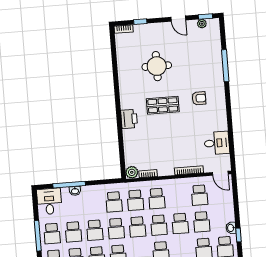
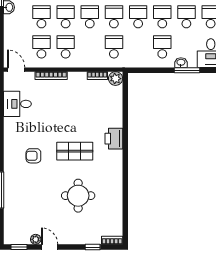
plant: (202, 24) -> (36, 239), moved
window: (69, 185) -> (187, 70), width x0.69
school desk: (157, 199) -> (66, 47), moved
school desk: (114, 202) -> (162, 47), moved

